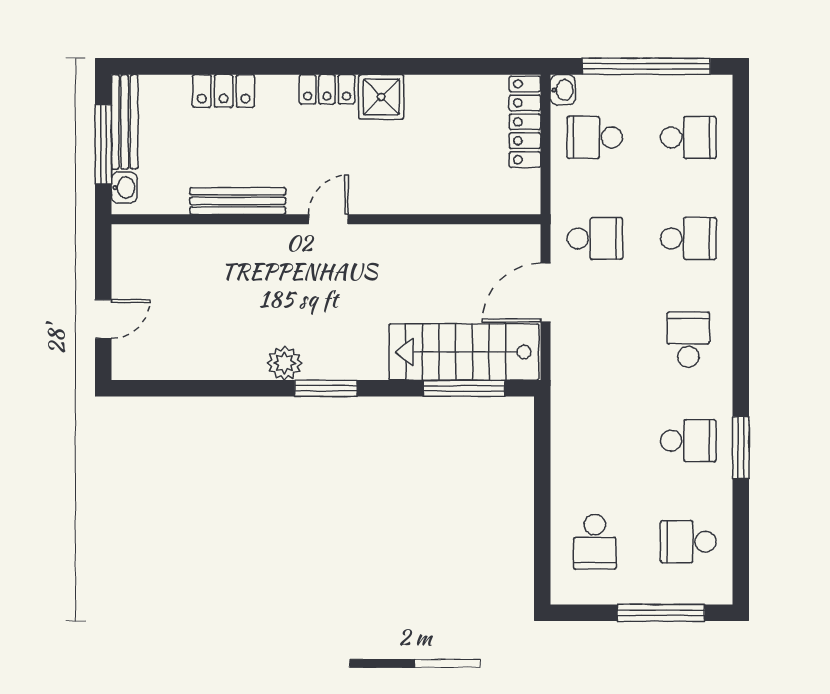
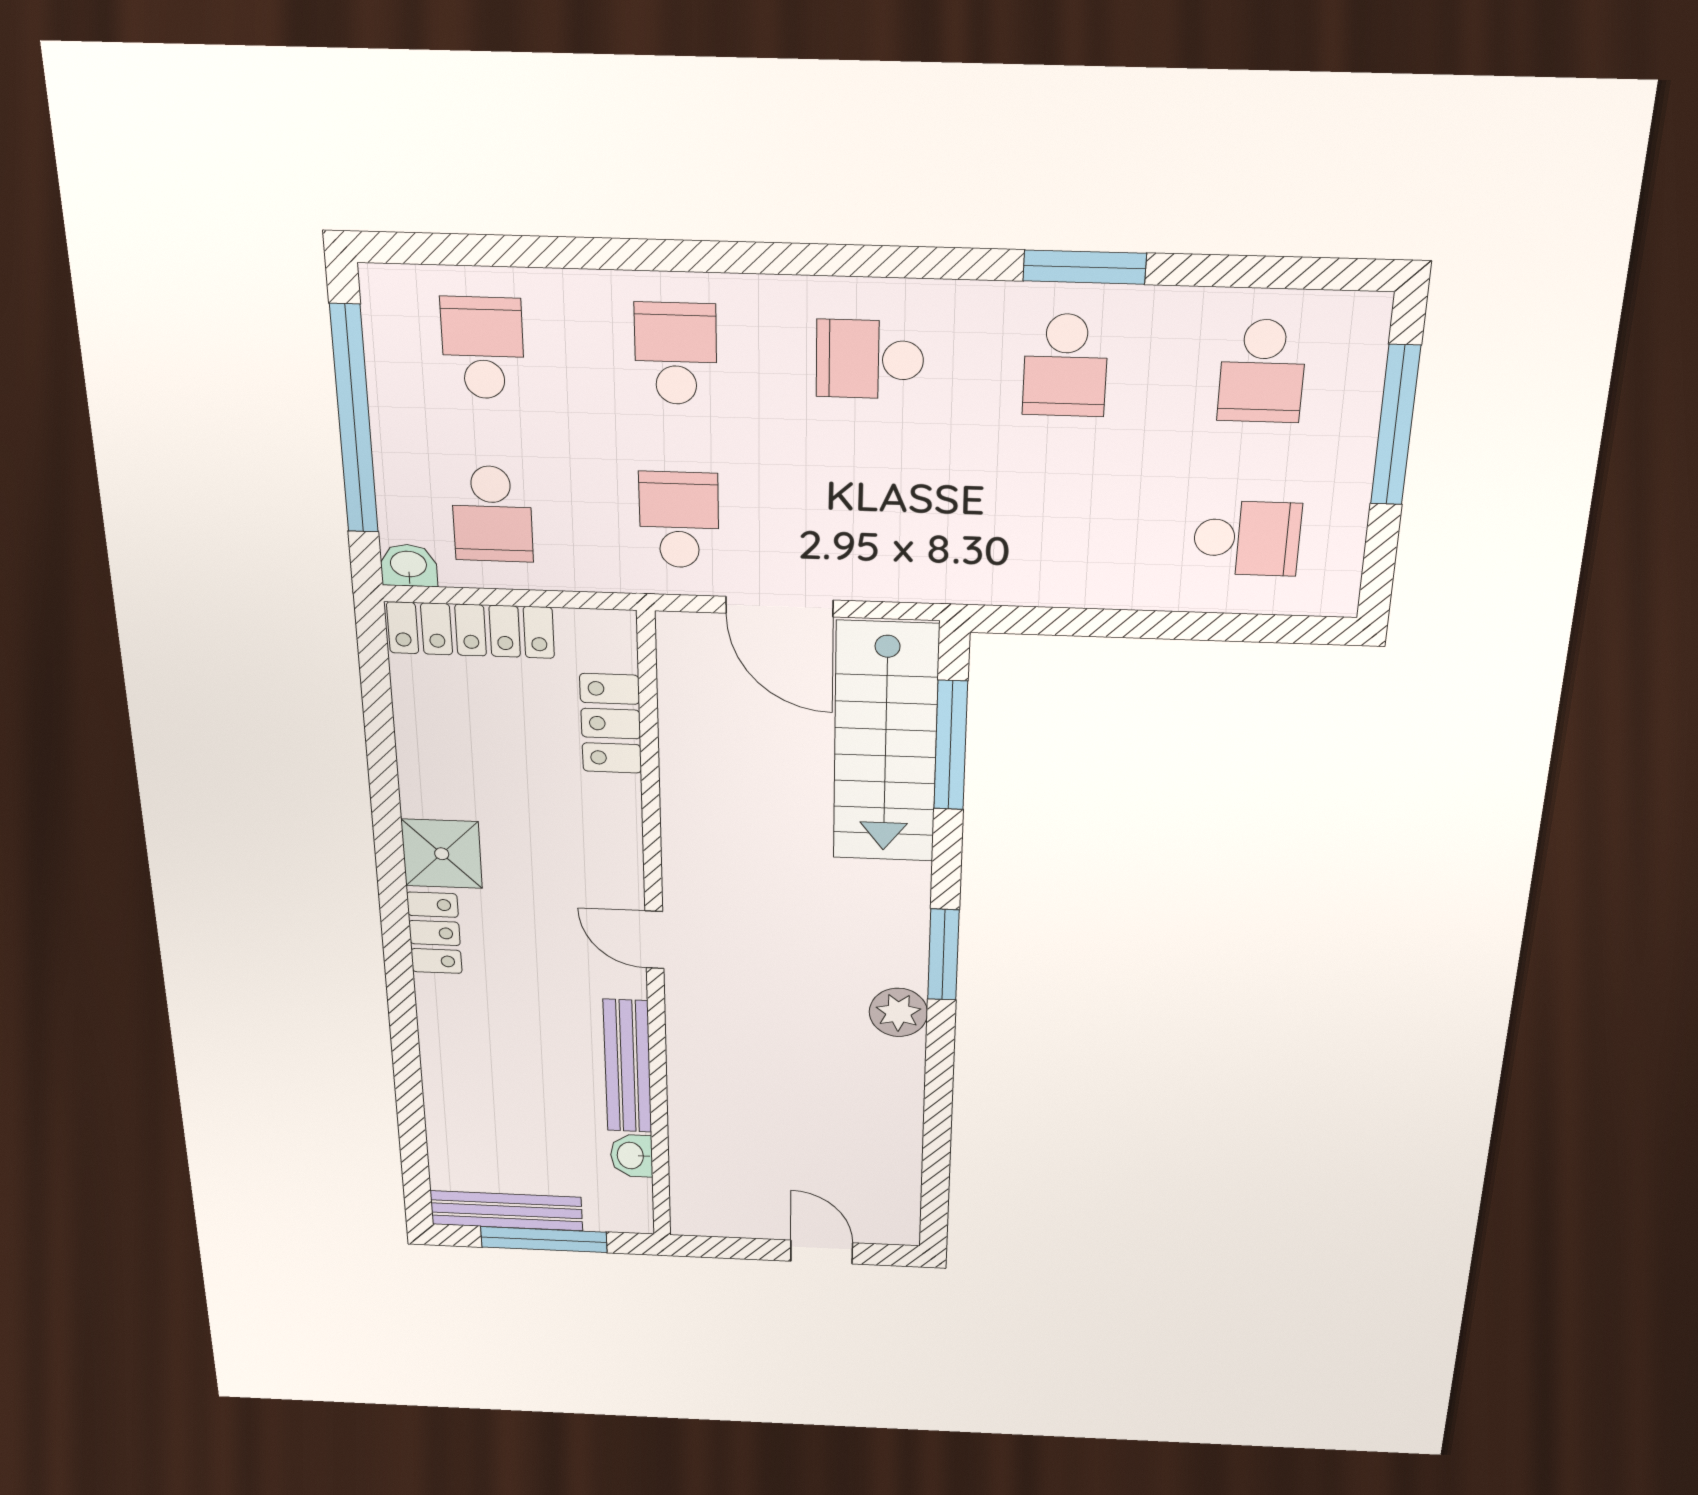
locker: (224, 91) -> (611, 724), moved, turned 180
washbasin: (124, 188) -> (632, 1156), moved, turned -90
school desk: (688, 441) -> (1065, 365), turned 180

